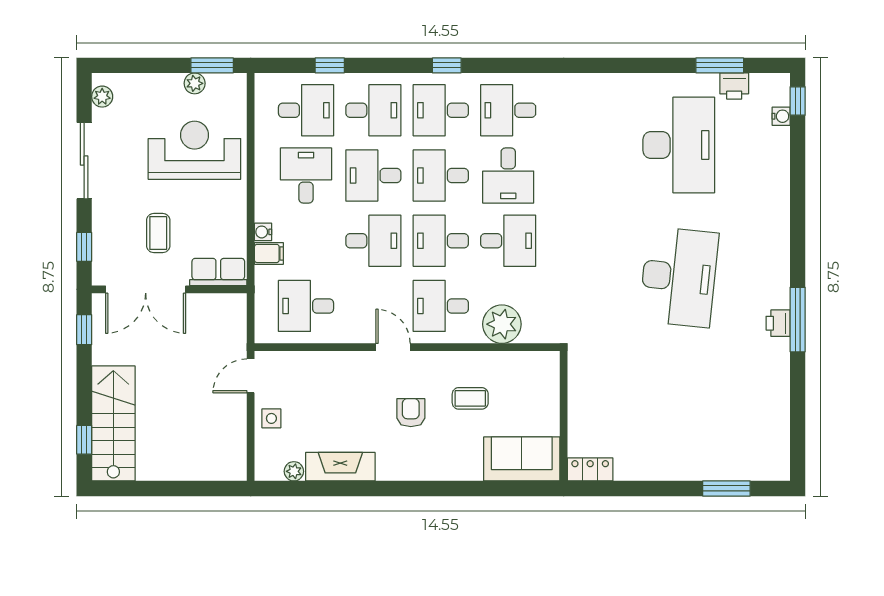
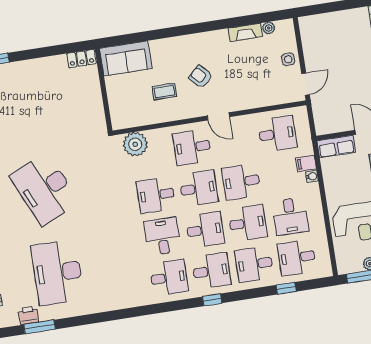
desk: (679, 277) -> (45, 189), turned -30
desk: (441, 306) -> (192, 147), turned 180
plant: (502, 324) -> (135, 144), moved
armchair: (411, 413) -> (201, 77), turned 136
fireplace: (340, 467) -> (245, 32), width x0.73, depth x0.76

